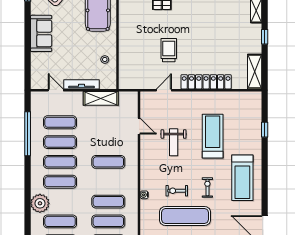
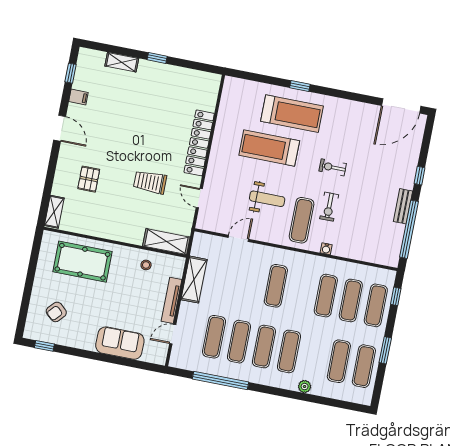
sofa: (41, 33) -> (120, 343), moved
shelving: (255, 72) -> (166, 242), moved
window: (265, 130) -> (300, 86), moved
treadmill: (242, 178) -> (292, 114), moved
plant: (40, 203) -> (305, 387), width x0.53, depth x0.53
exercise mat: (185, 216) -> (302, 220), moved, width x0.73, depth x0.69

